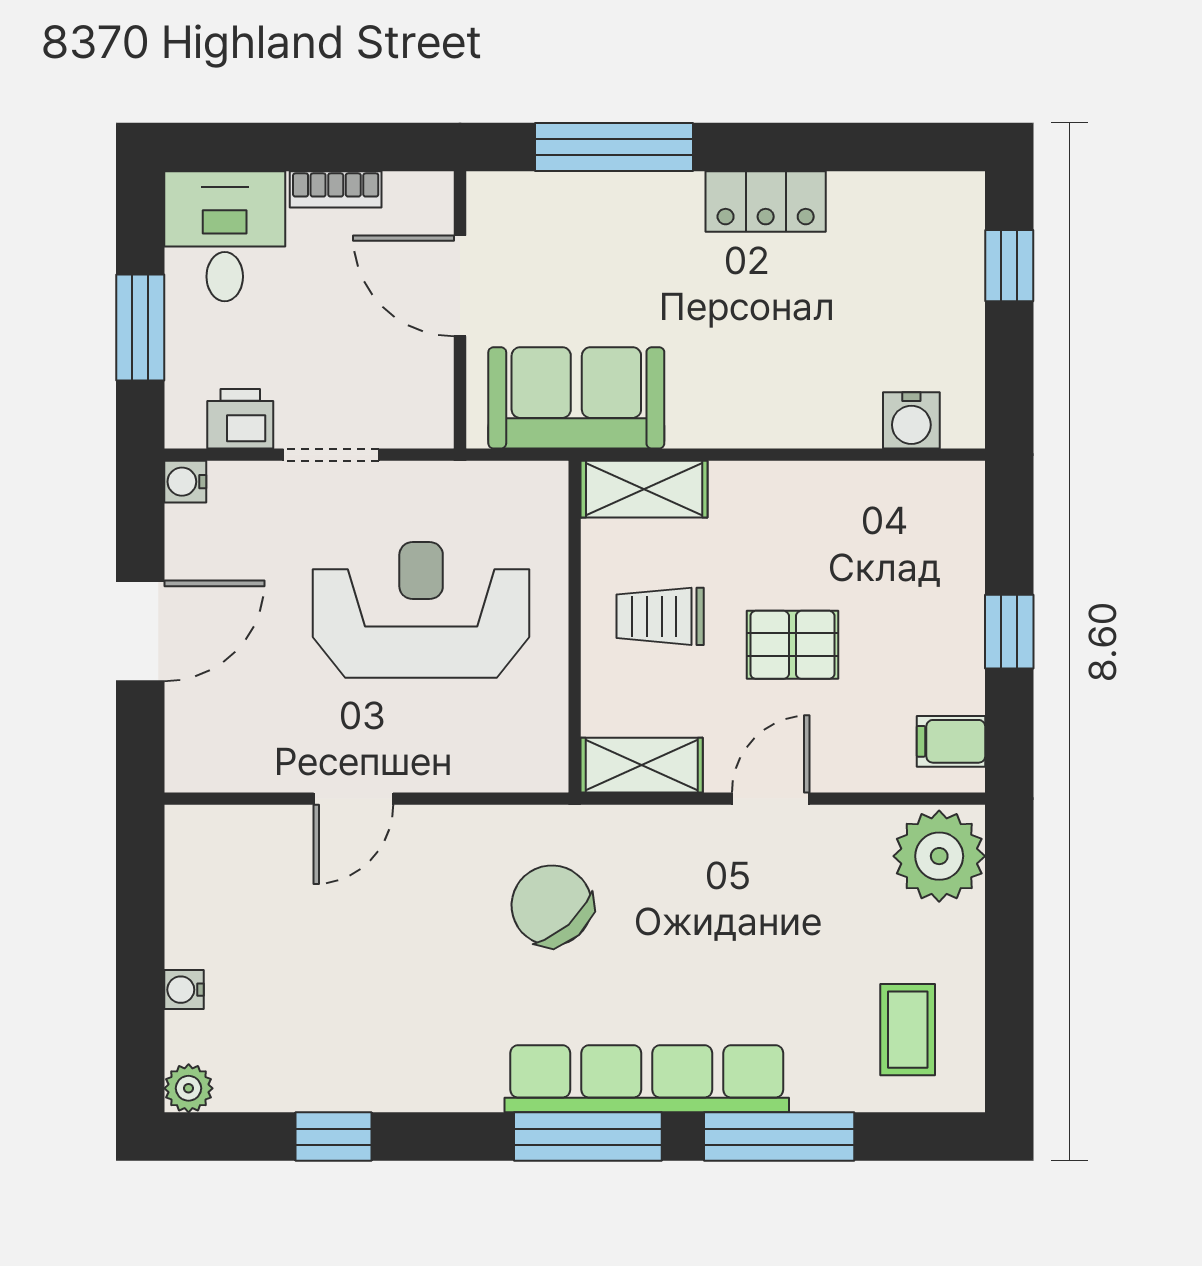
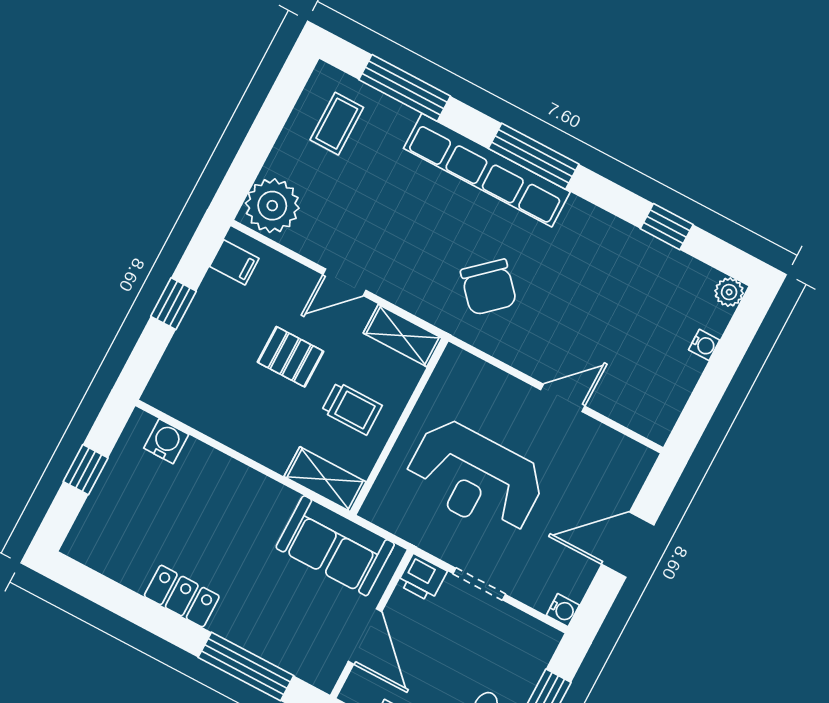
window: (1009, 266) -> (86, 470), moved
printer: (240, 419) -> (422, 578), moved
window: (779, 1137) -> (405, 88), moved

